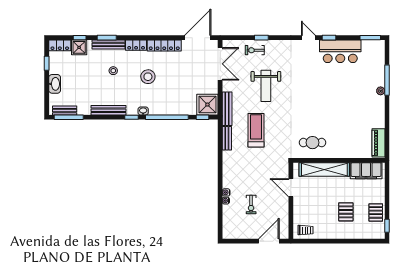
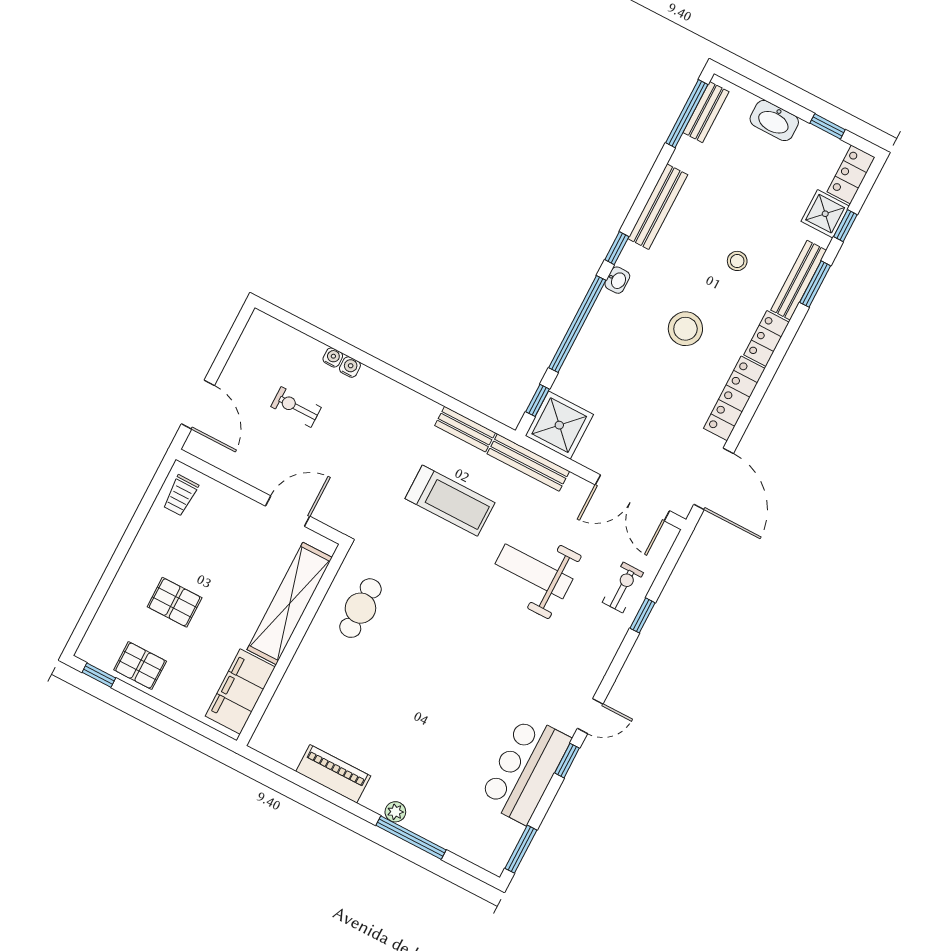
piano: (378, 143) -> (333, 774), moved

